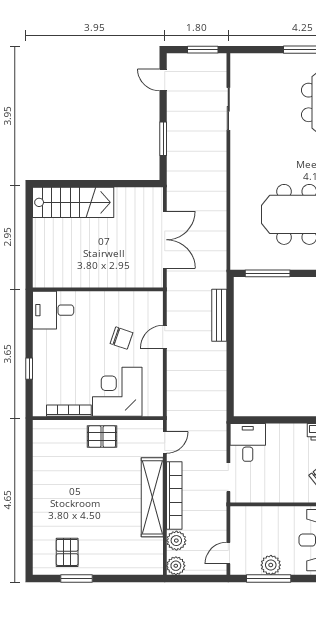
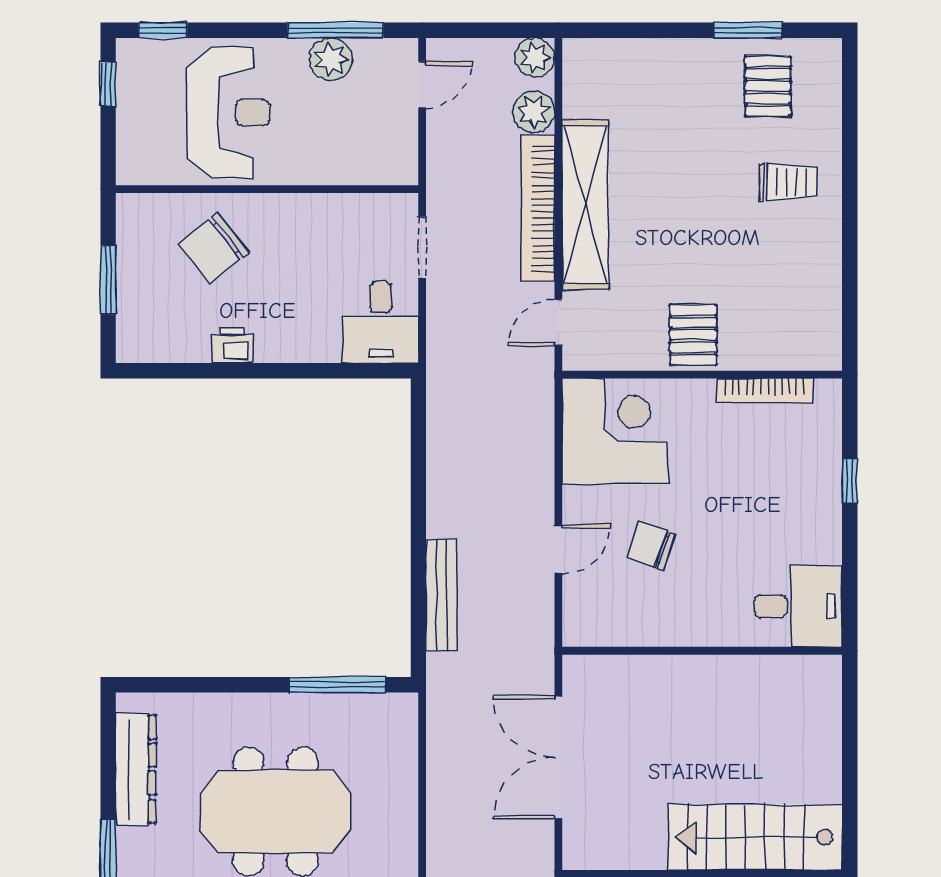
corner desk: (117, 392) -> (615, 431), moved, turned -90
pallet: (102, 437) -> (693, 335), turned 90
trolley: (58, 508) -> (788, 182), added

